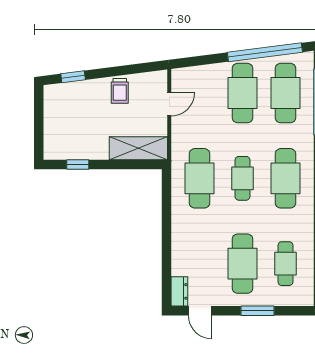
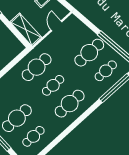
cafe table: (285, 93) -> (106, 71), width x0.73, depth x0.74
door: (169, 104) -> (56, 26), swing flipped

